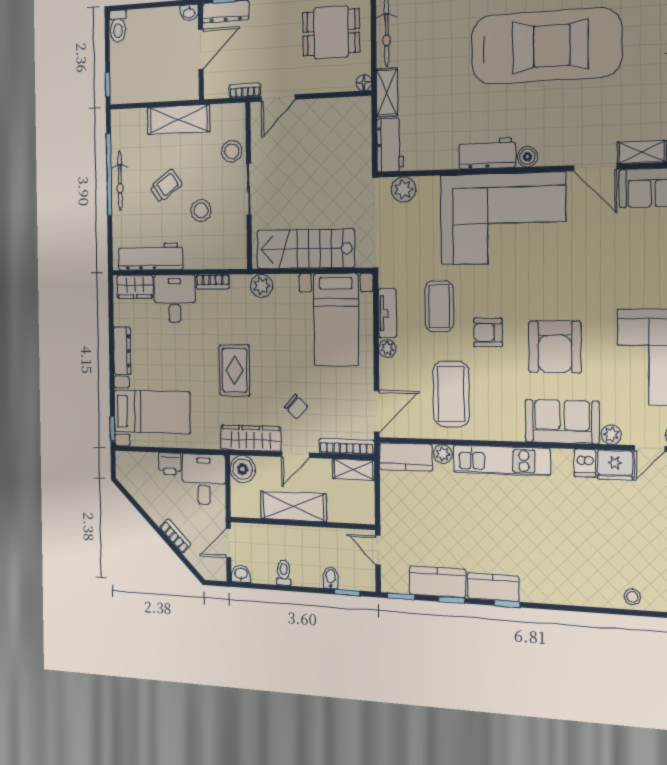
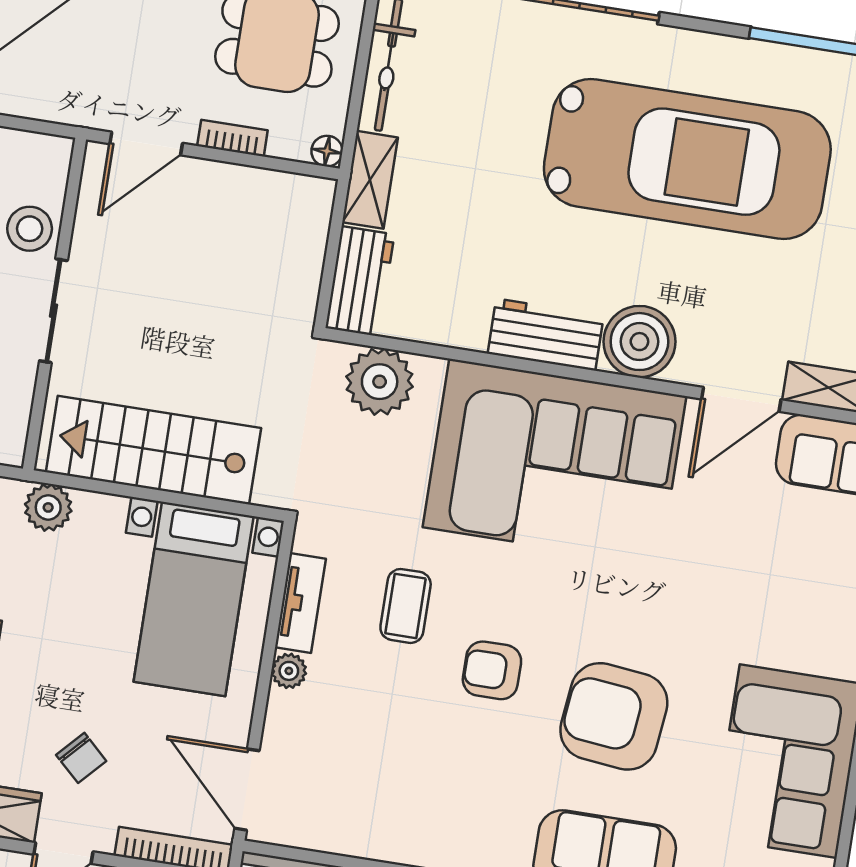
bookcase: (245, 90) -> (232, 138), moved
boiler: (528, 157) -> (639, 342), width x1.86, depth x1.86
door: (595, 167) -> (741, 399), hinge flipped
plant: (404, 189) -> (380, 382), width x1.36, depth x1.36
coffee table: (439, 306) -> (406, 606), width x0.73, depth x0.77
armchair: (555, 347) -> (614, 716), turned 96
coffee table: (451, 394) -> (401, 776), removed
door: (377, 411) -> (247, 790), swing flipped

